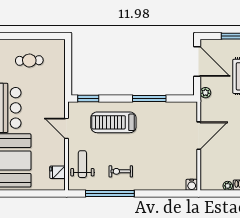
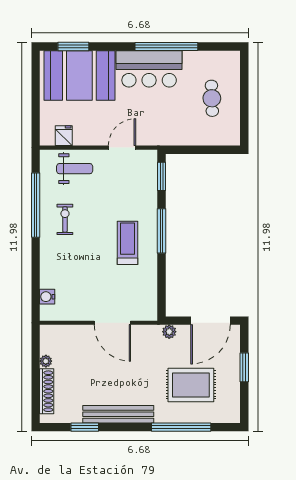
window: (149, 99) -> (161, 231), moved
treadmill: (113, 122) -> (128, 243), moved, width x0.73, depth x0.73
water cooler: (192, 185) -> (47, 297), moved

